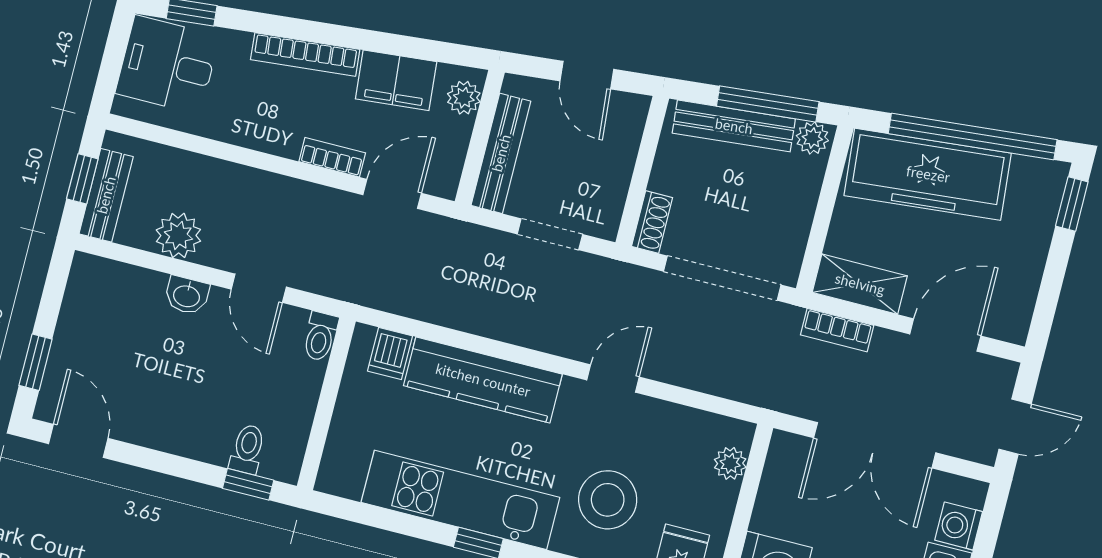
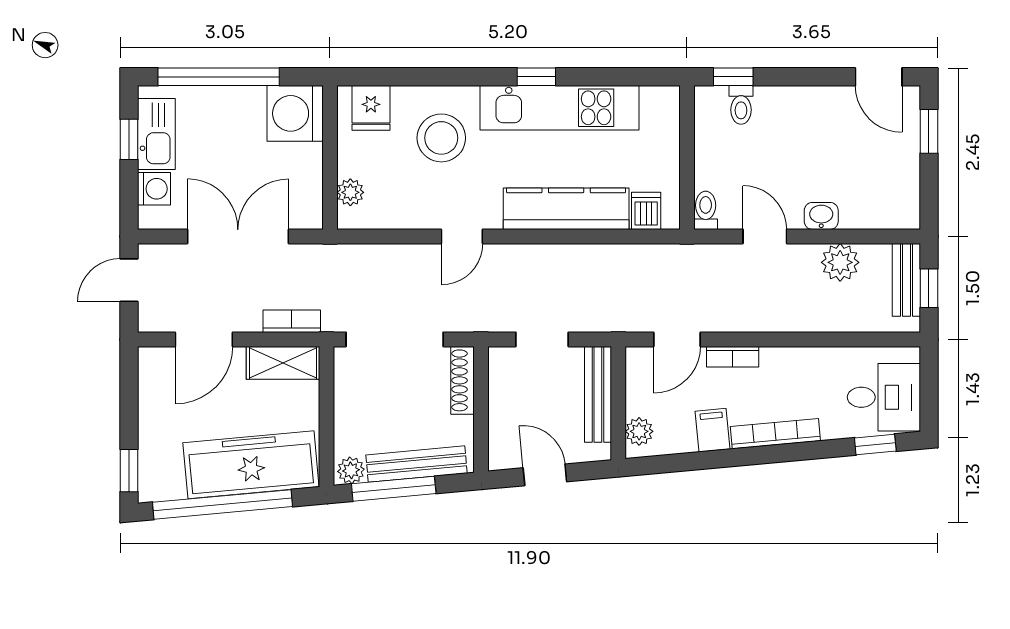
filing cabinet: (396, 80) -> (712, 430), width x0.50
shoe rack: (652, 222) -> (462, 380), width x1.43

